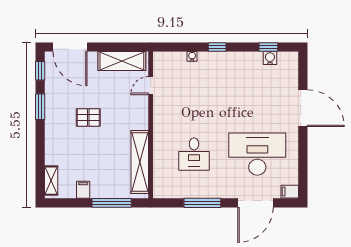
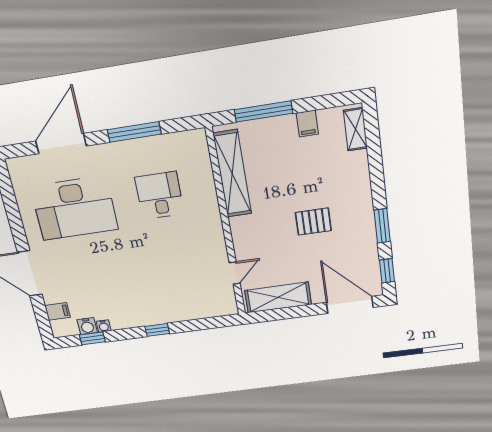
water cooler: (192, 56) -> (104, 326), moved
filing cabinet: (290, 192) -> (57, 311), moved

